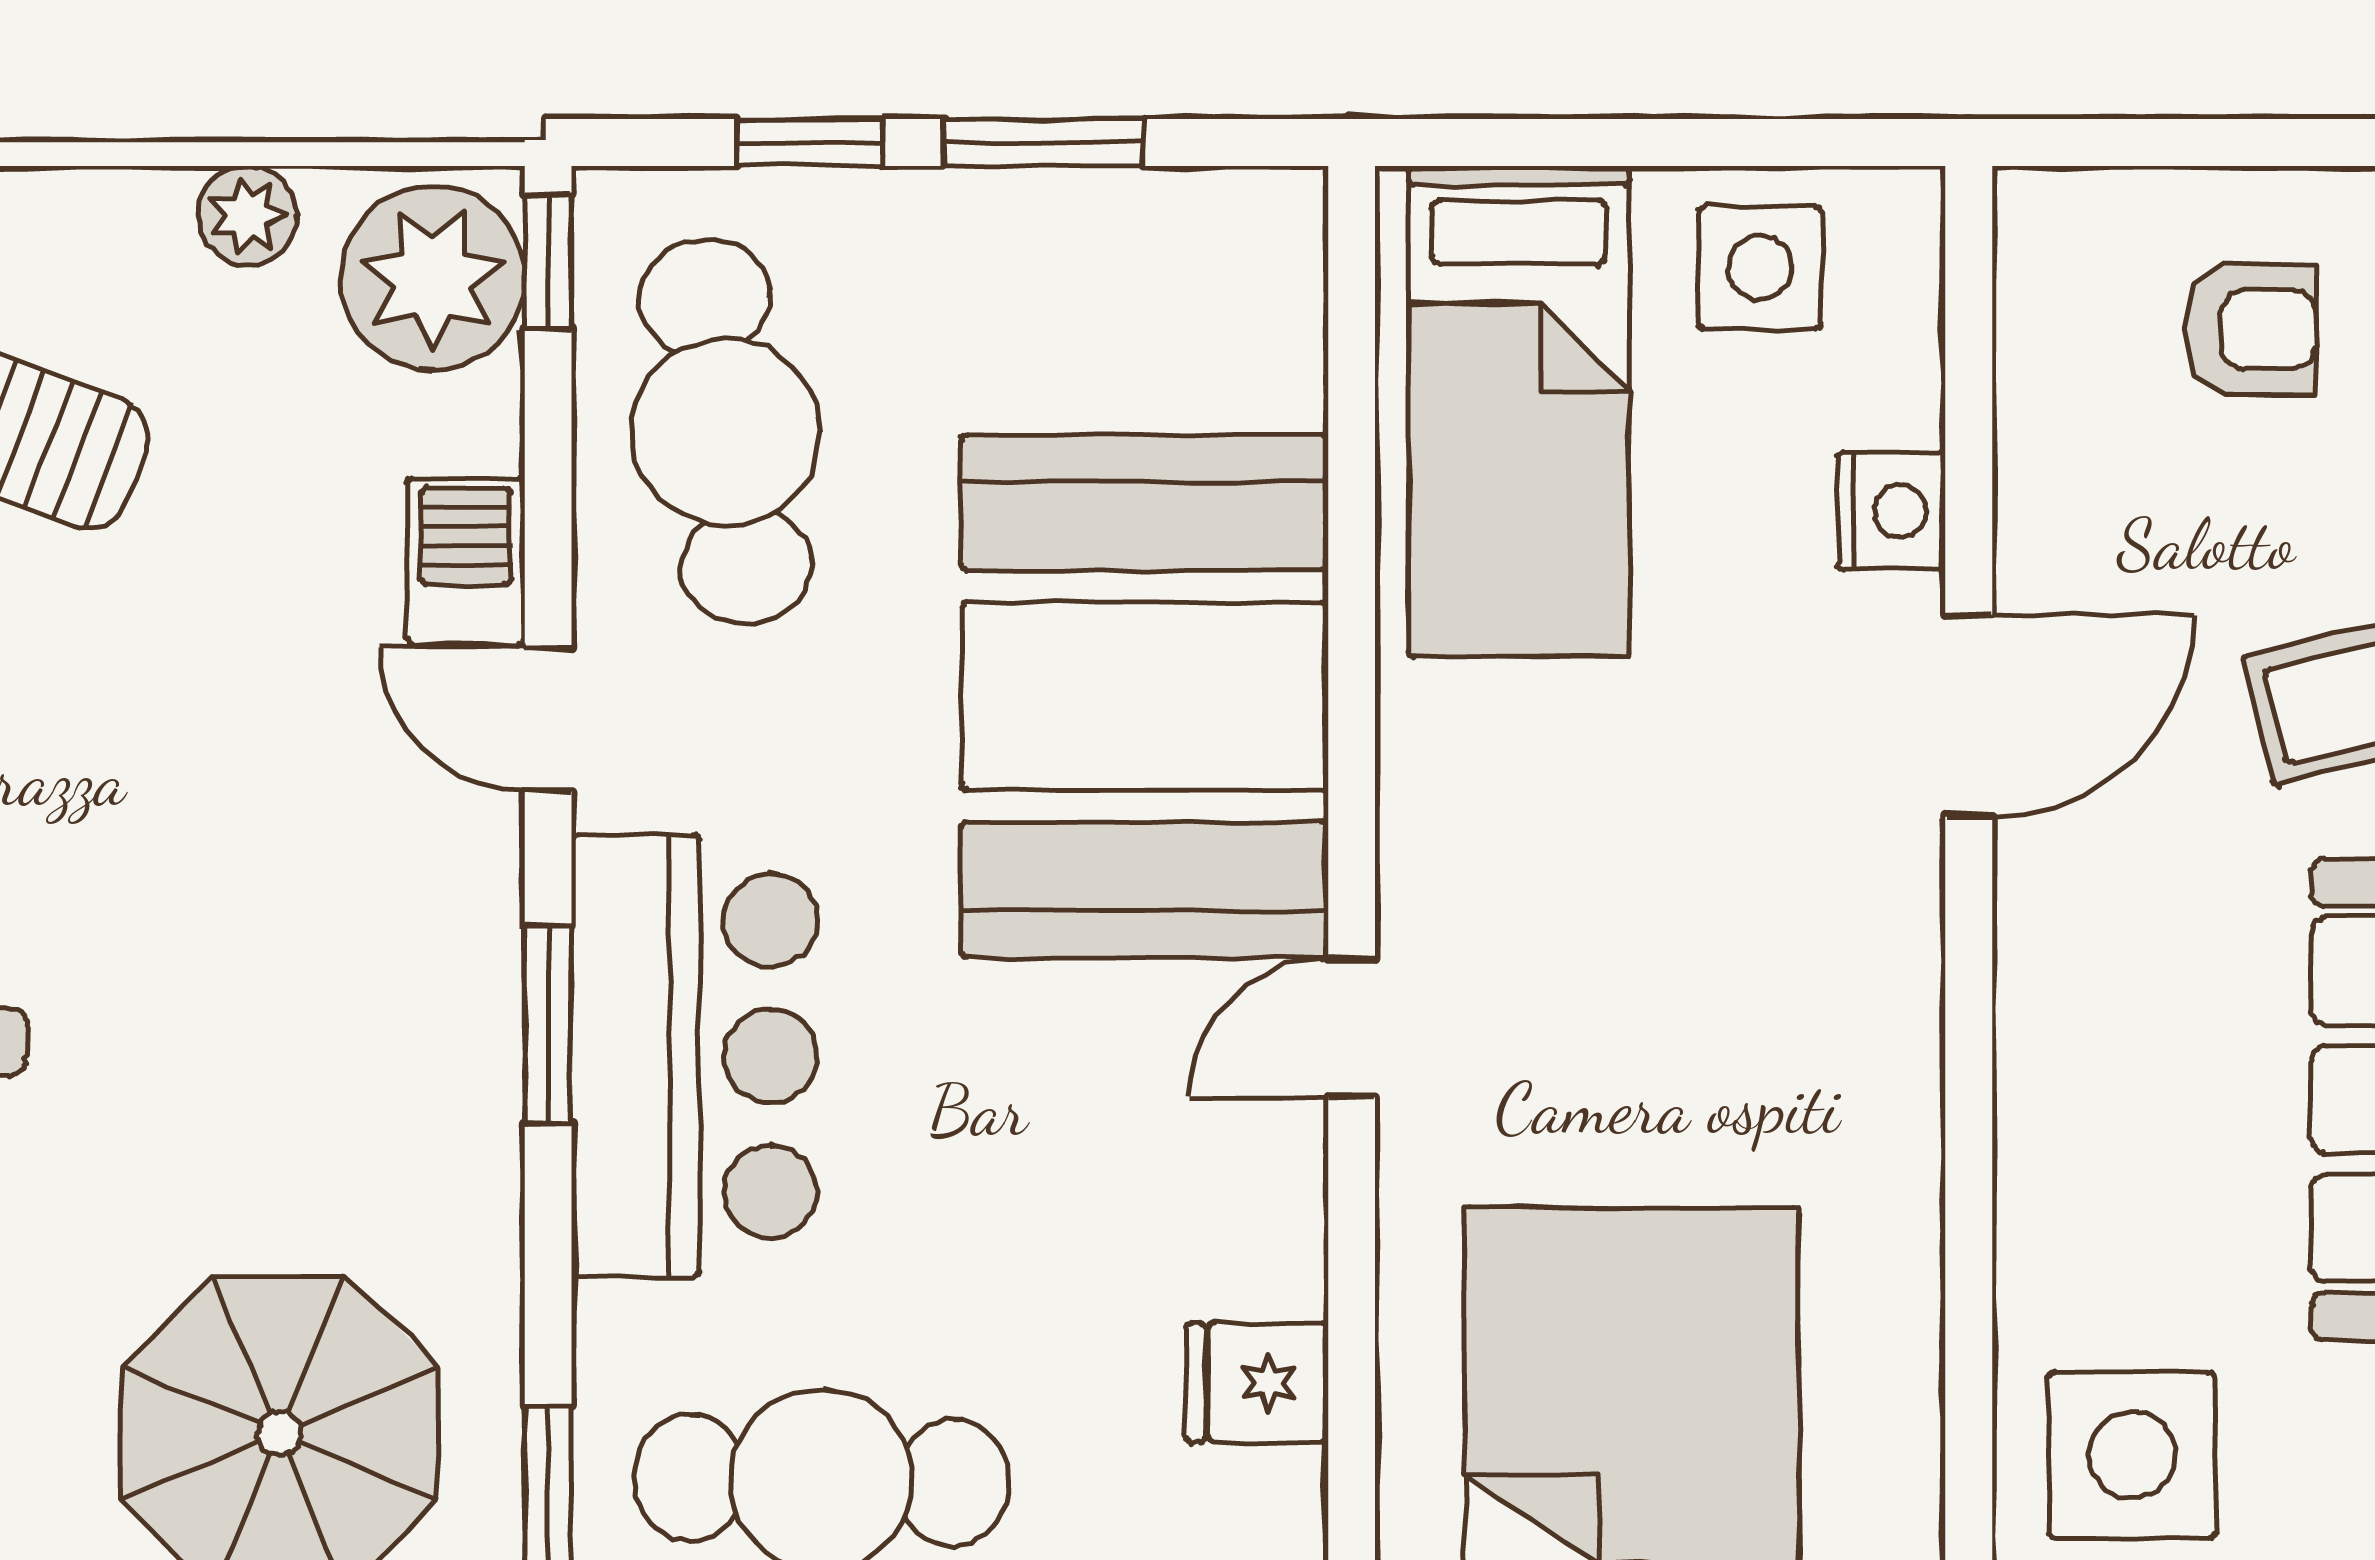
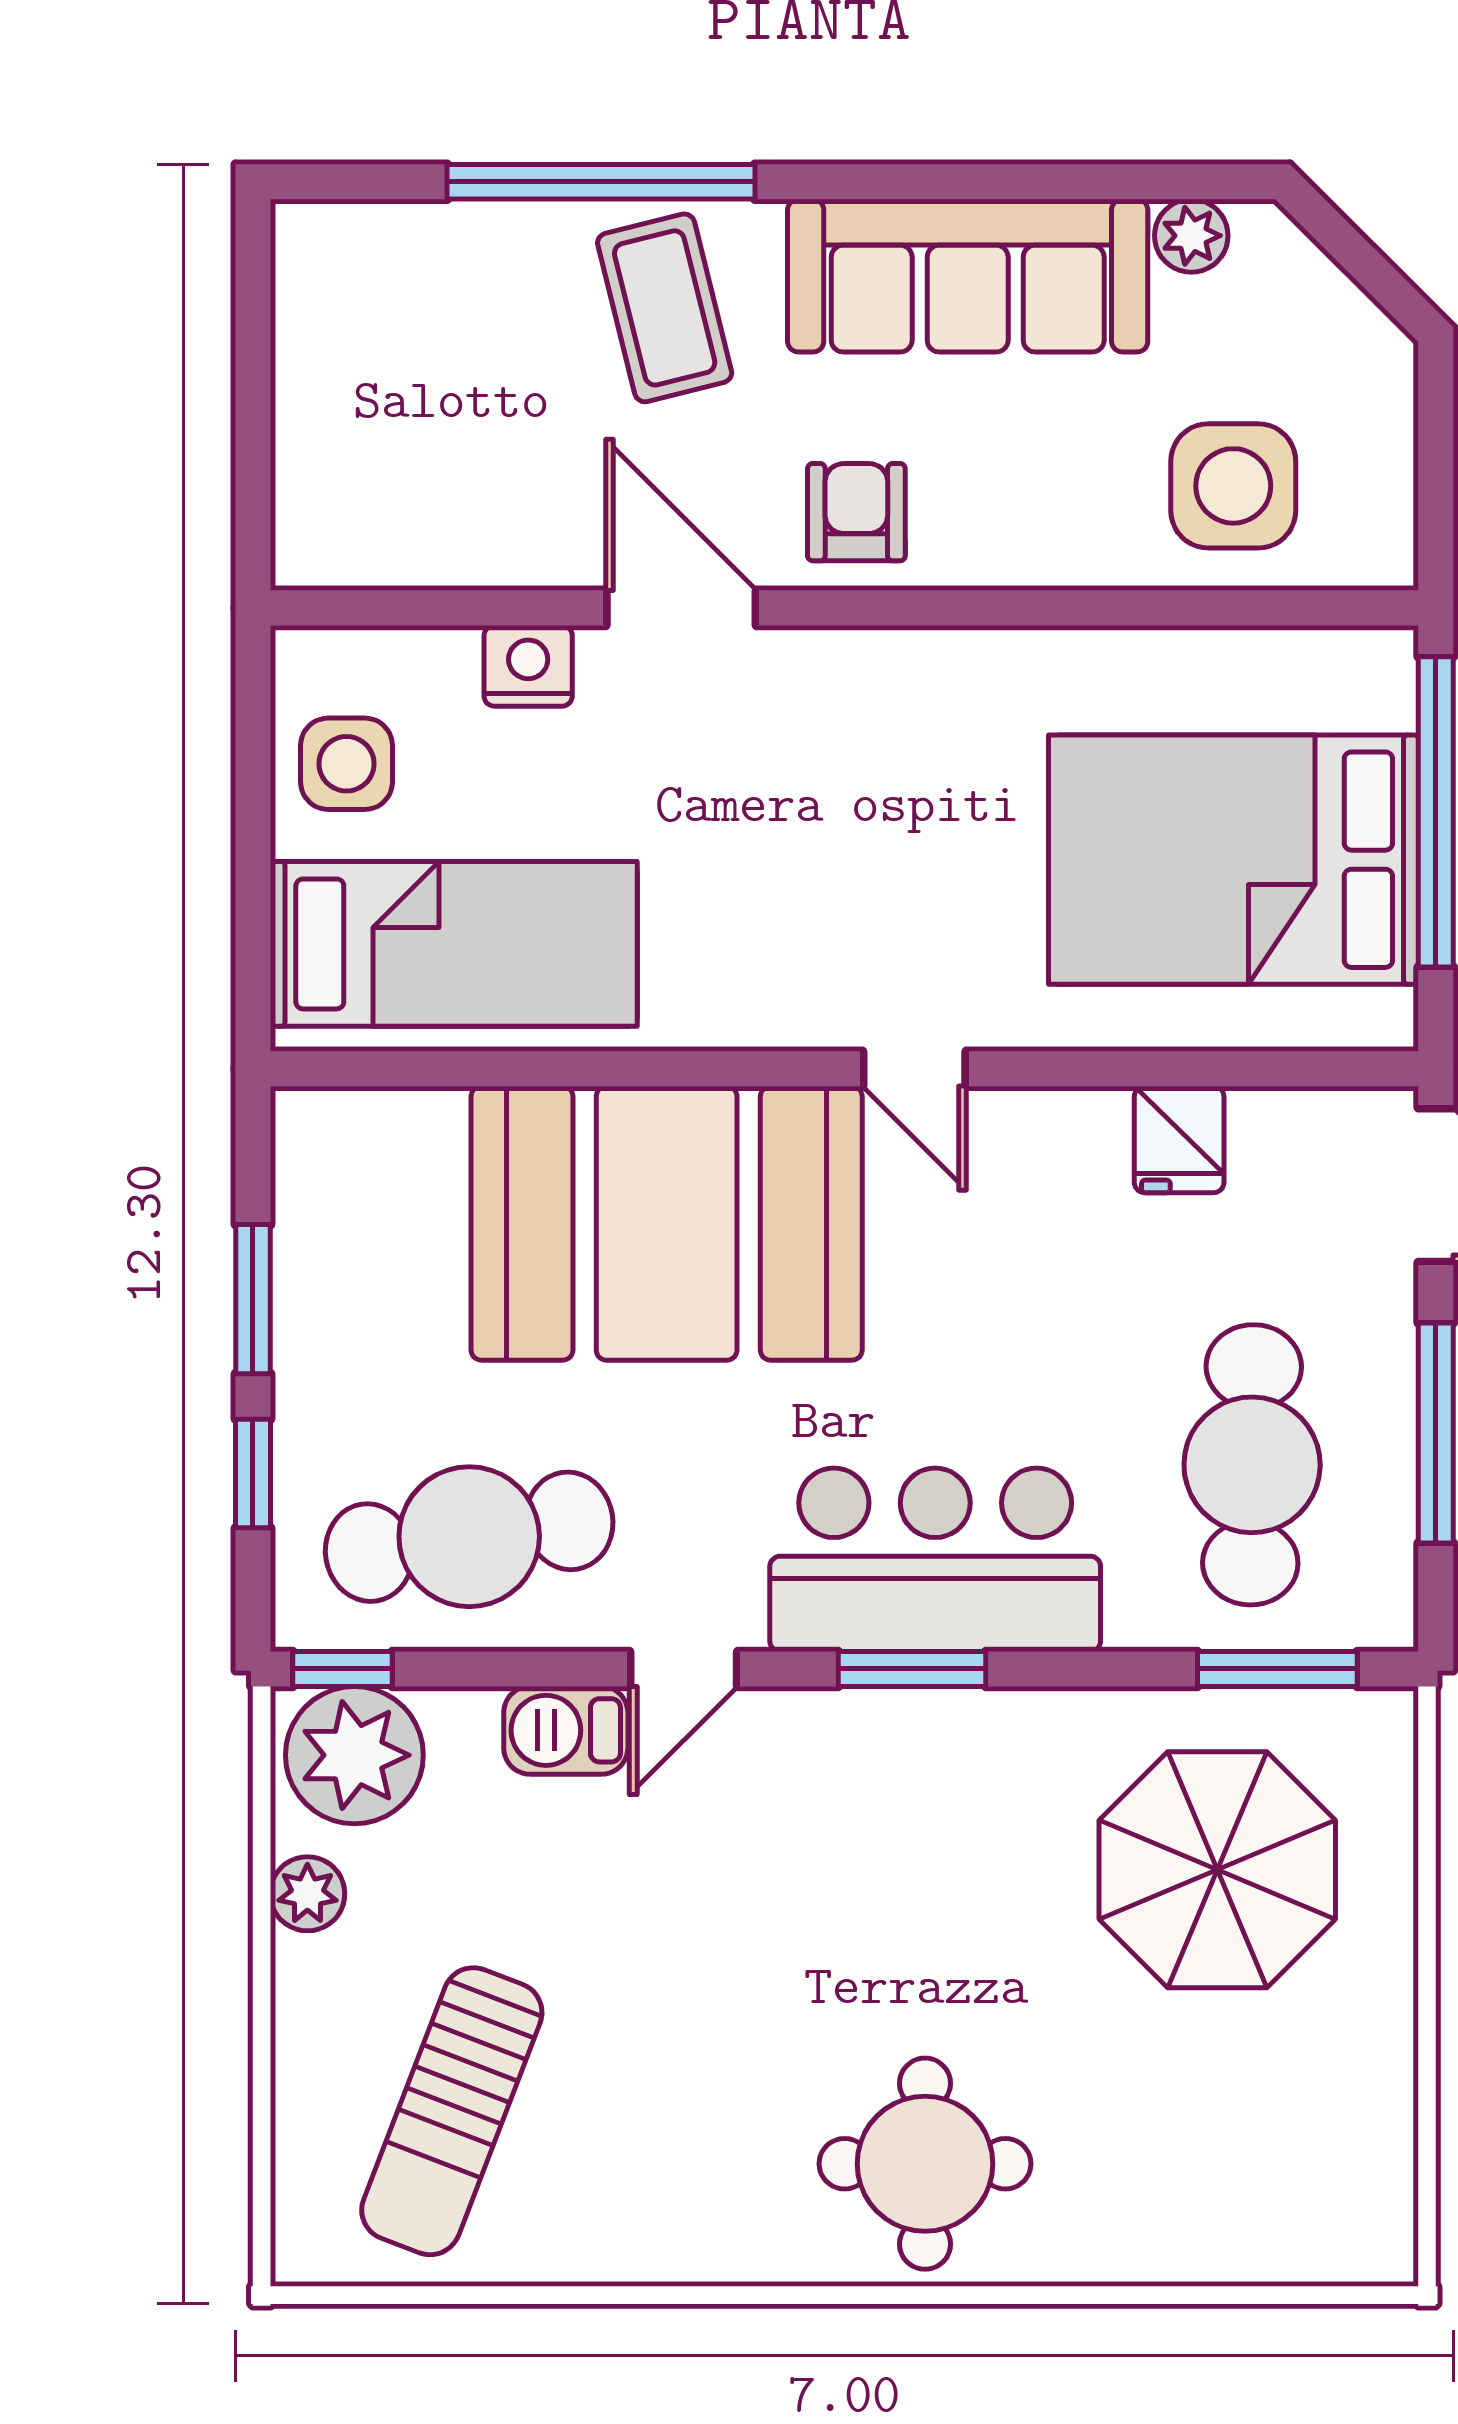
armchair: (2250, 330) -> (856, 512), moved

